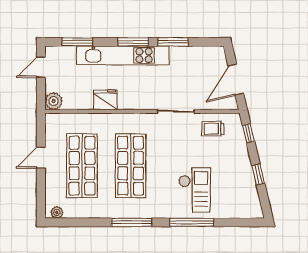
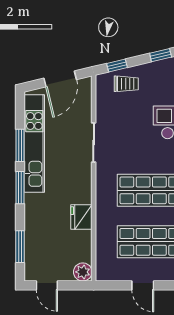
kitchen unit: (123, 55) -> (34, 143), moved
door: (236, 80) -> (60, 79), hinge flipped
trolley: (213, 129) -> (126, 84), moved, turned -90

